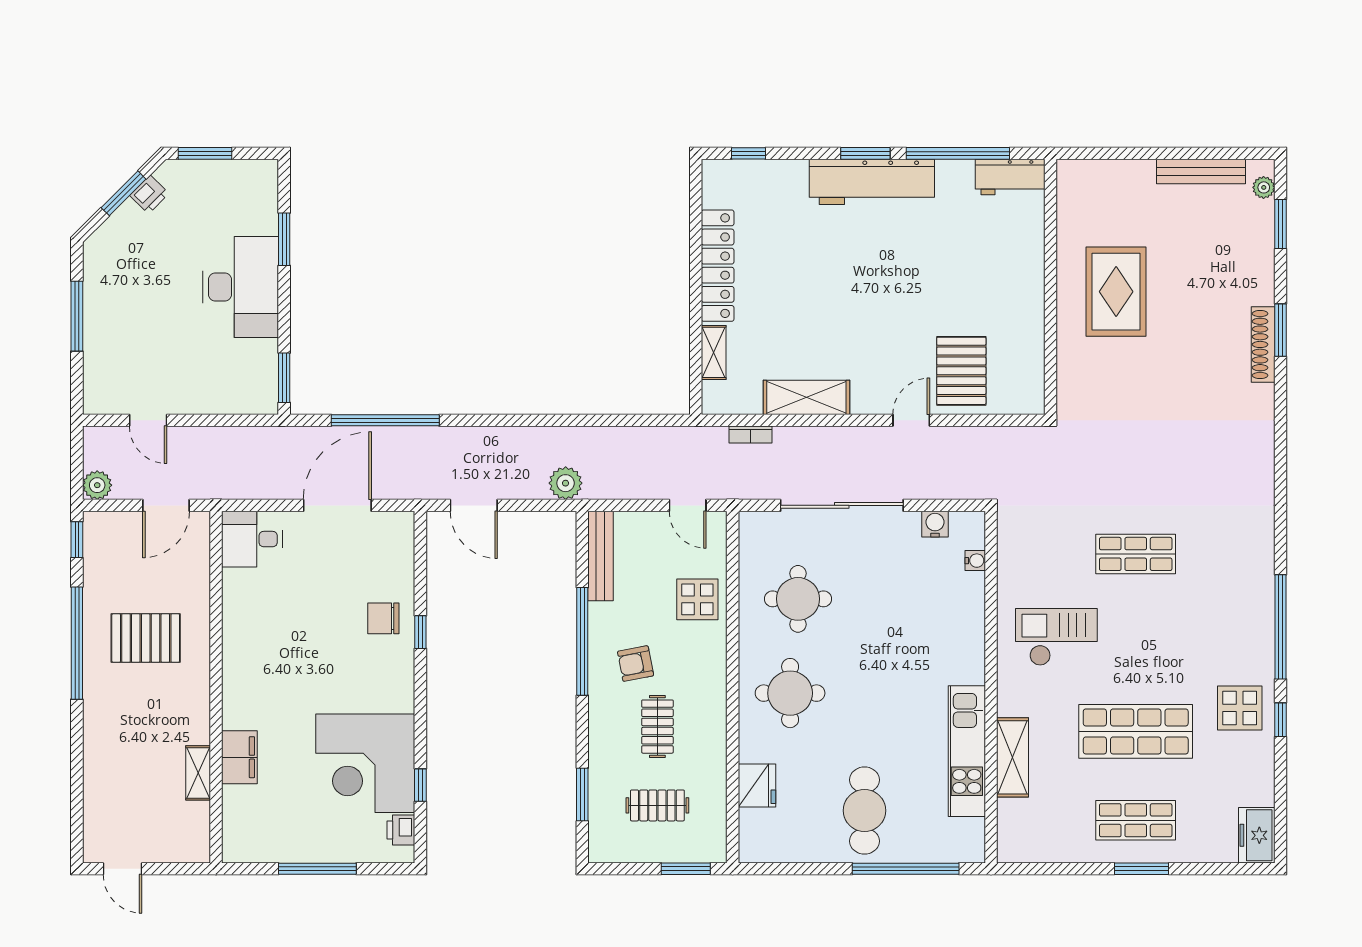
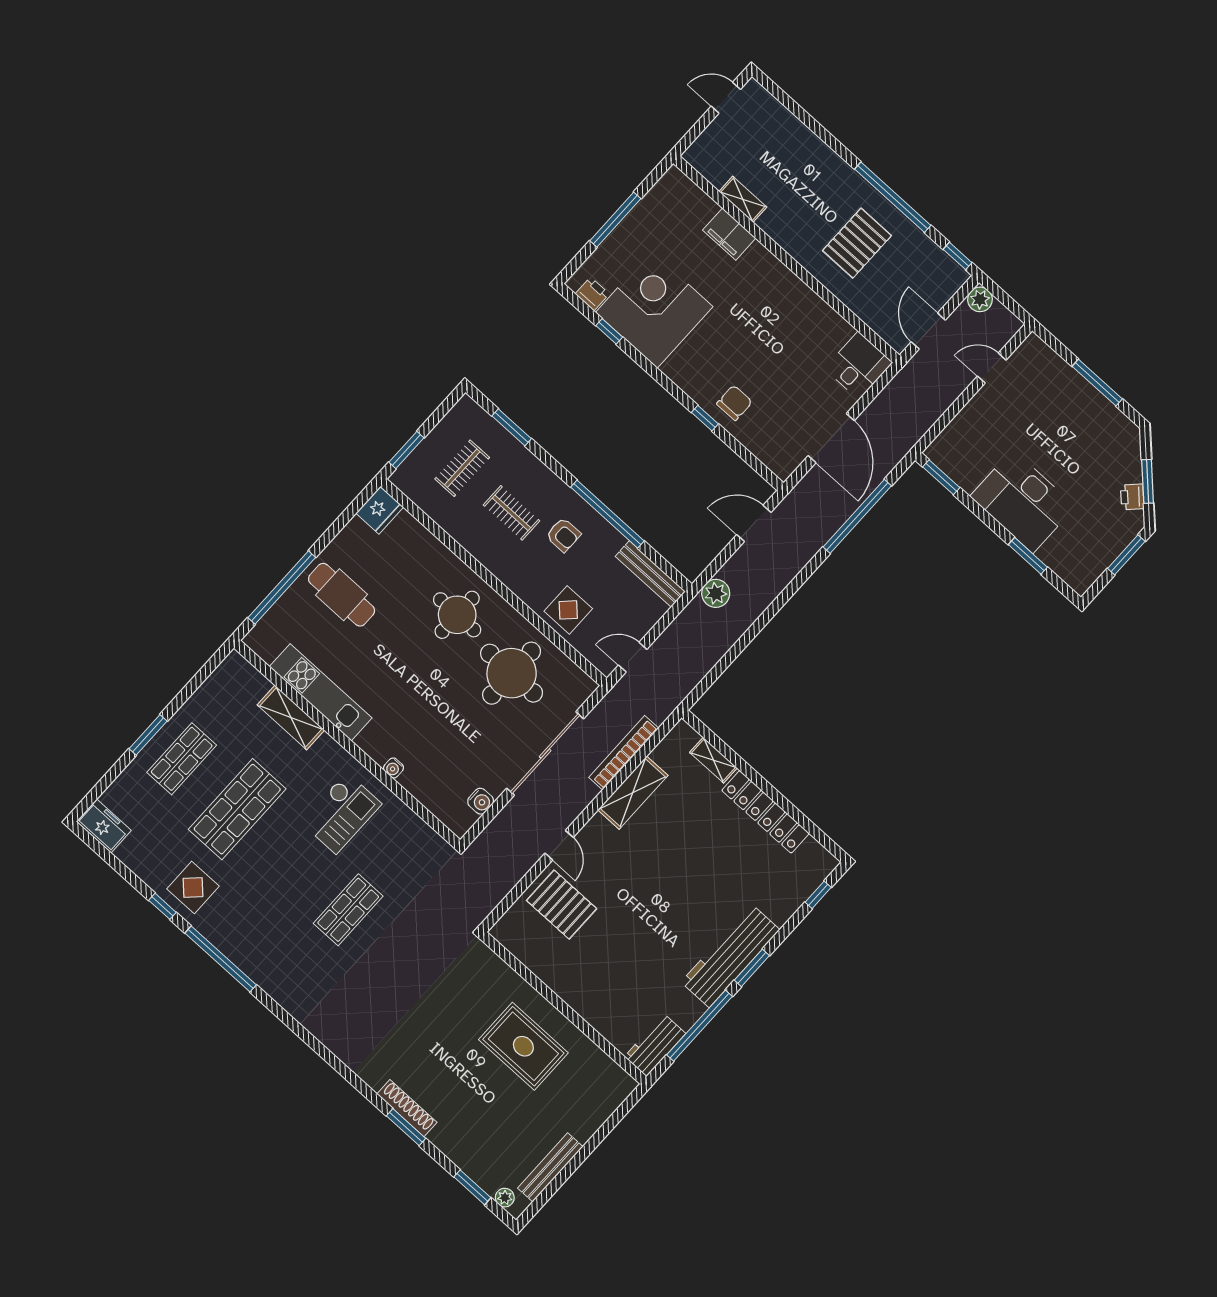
bookcase: (750, 434) -> (624, 753), width x2.31, depth x1.31
water cooler: (975, 561) -> (393, 768), moved
round table: (798, 599) -> (512, 673), width x1.36, depth x1.36
armchair: (636, 664) -> (563, 535), turned 101
fridge: (757, 786) -> (380, 510), moved, turned -90

